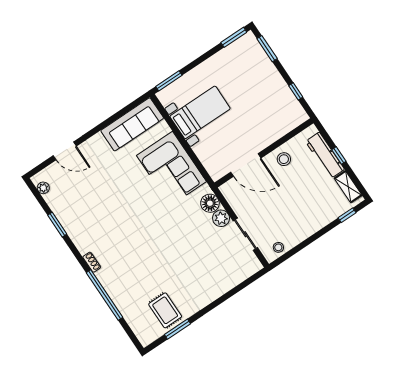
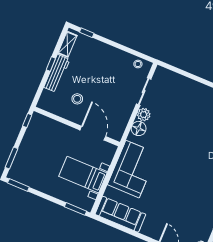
wall: (264, 153) -> (77, 127), moved
door: (246, 165) -> (93, 133), moved

